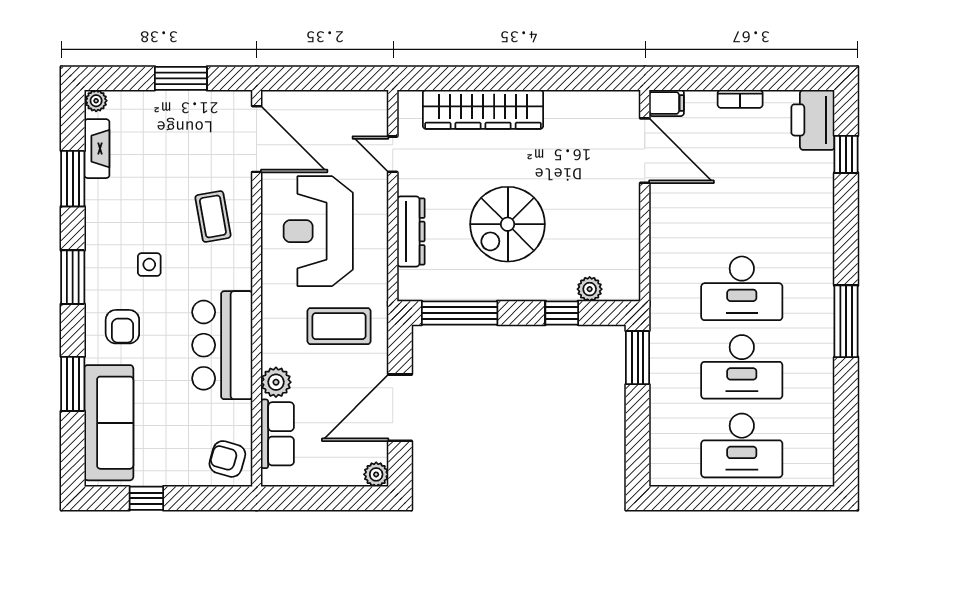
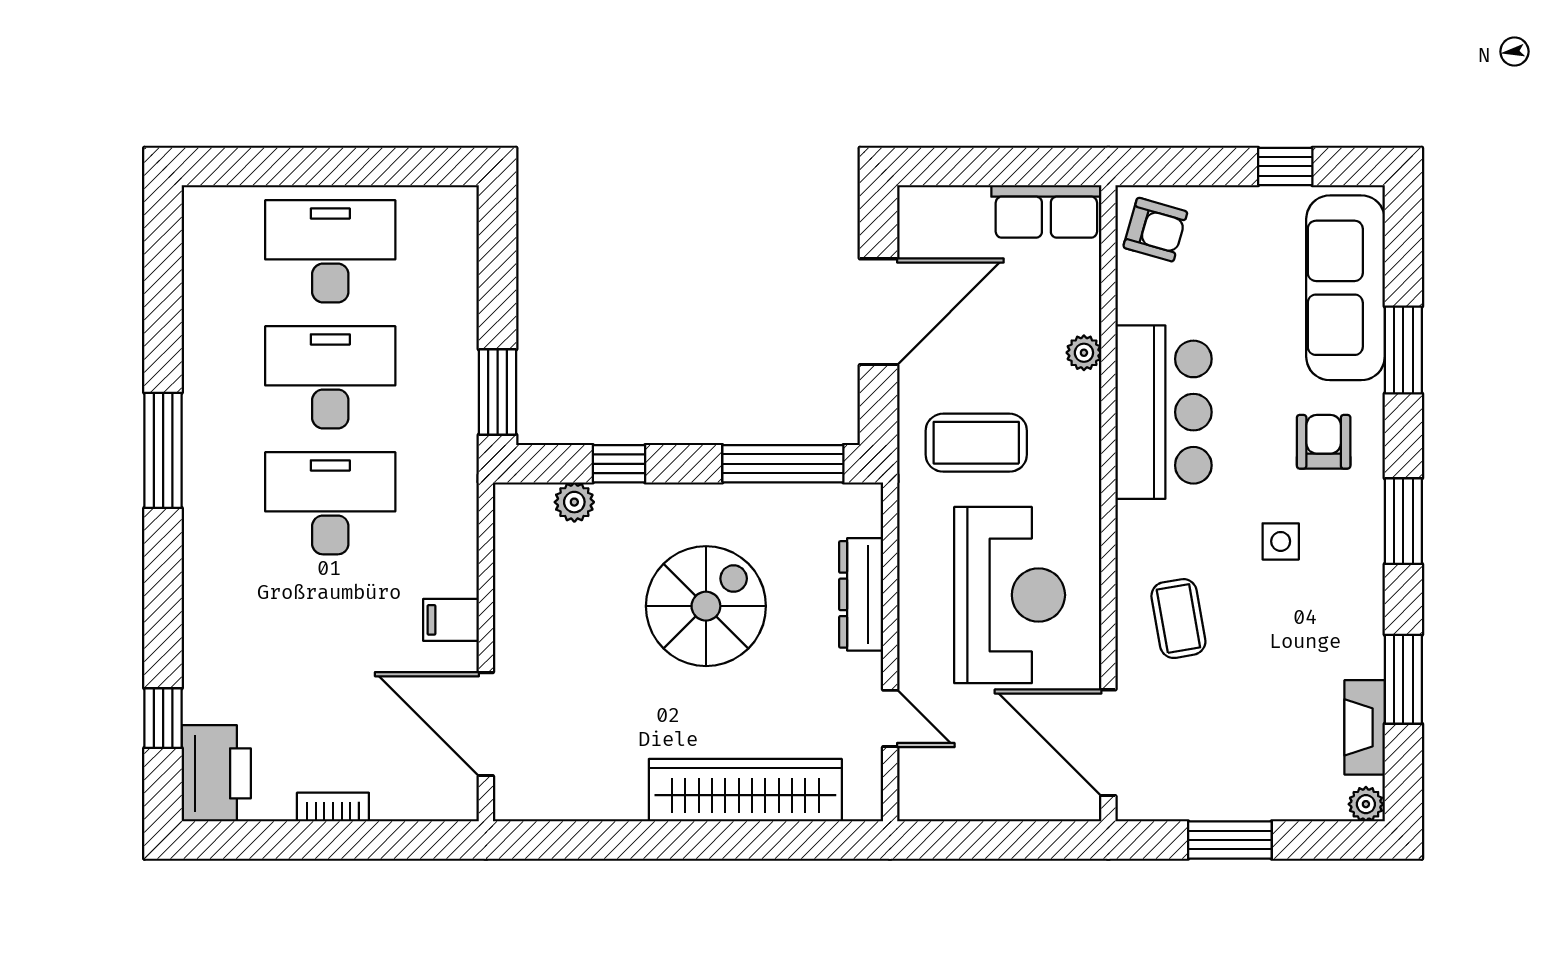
filing cabinet: (667, 103) -> (451, 620), moved
plant: (276, 382) -> (1084, 353), width x0.73, depth x0.73
row of seats: (277, 434) -> (1046, 211), moved, turned -90
plant: (376, 474) -> (917, 205), removed

